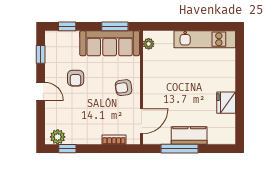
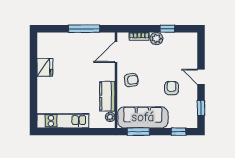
kitchen counter: (189, 136) -> (107, 96), moved, turned 90
plant: (58, 137) -> (156, 39), moved
window: (67, 149) -> (167, 29), moved

